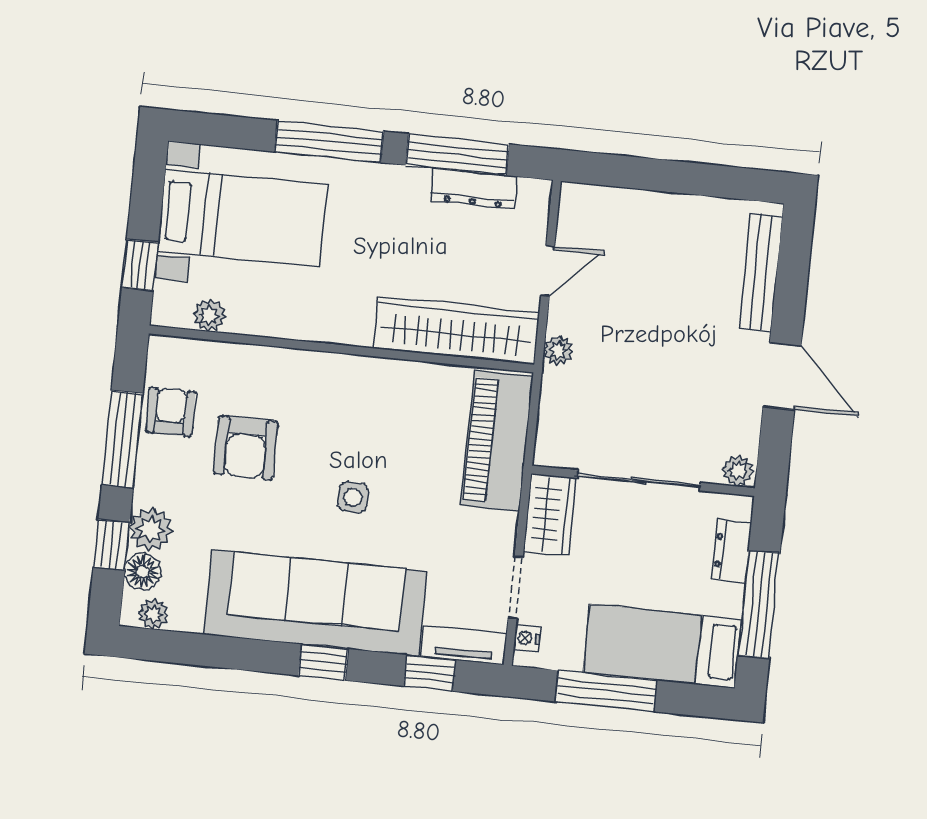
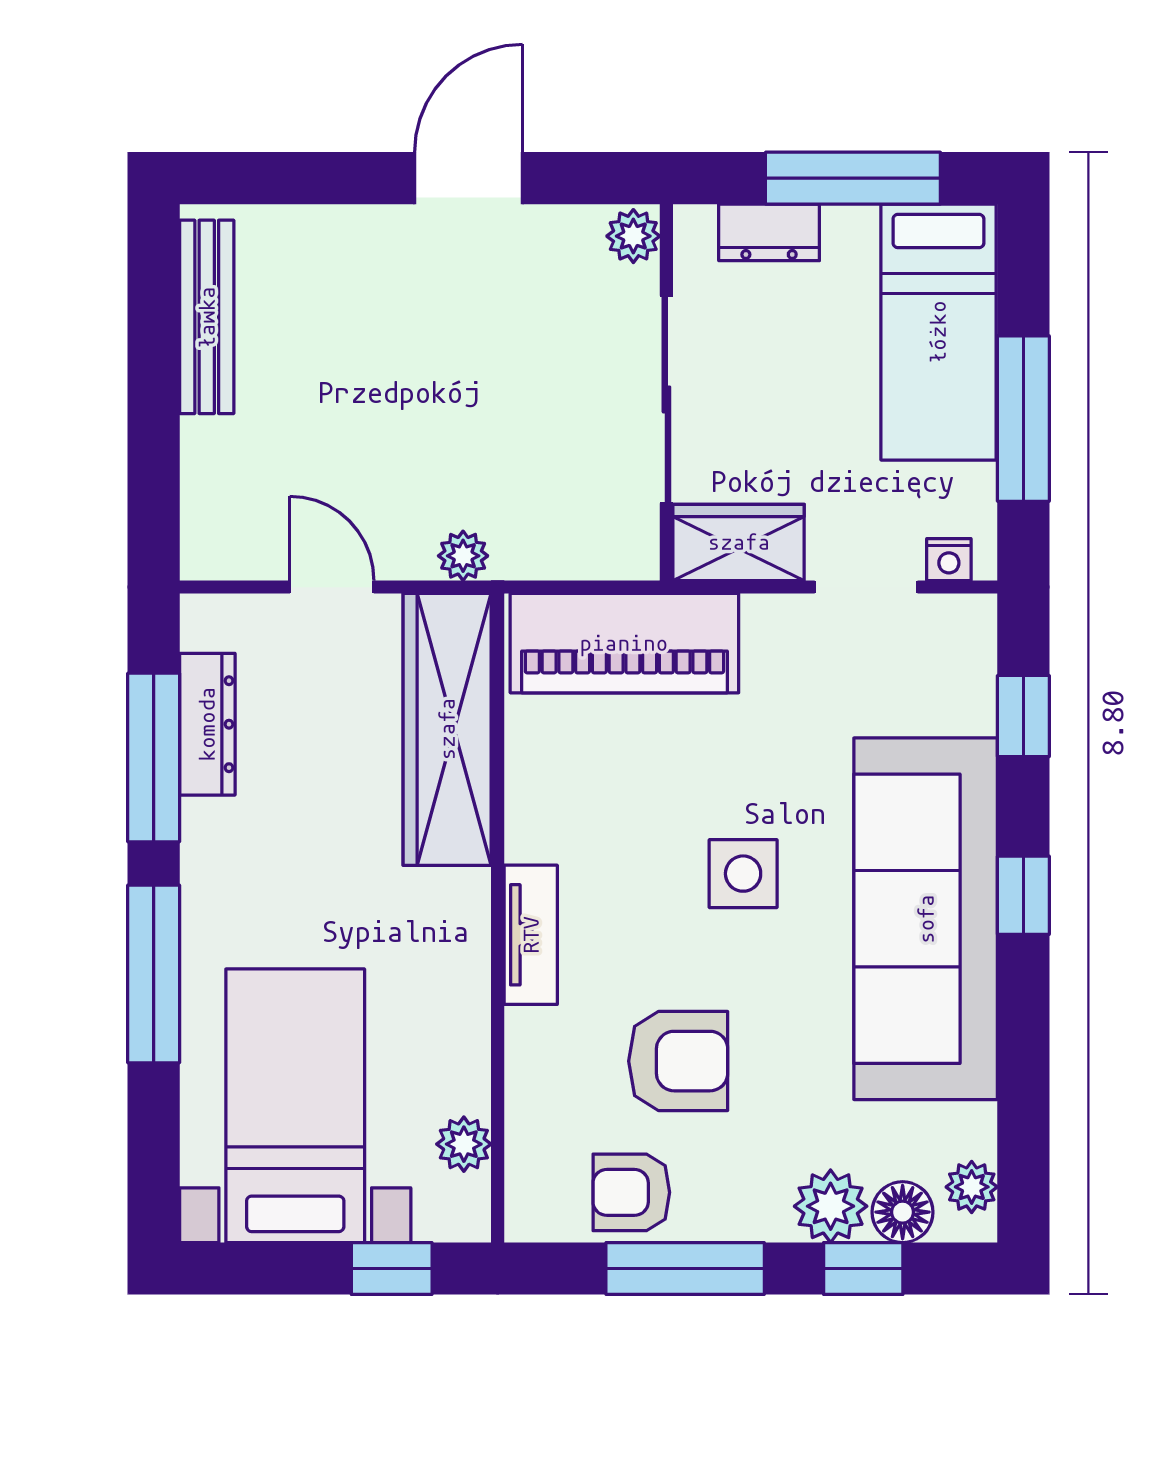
bench: (761, 272) -> (207, 317), moved, turned 90
side table: (353, 497) -> (743, 874), width x1.37, depth x1.37
tv unit: (464, 645) -> (531, 935), moved, turned 180

